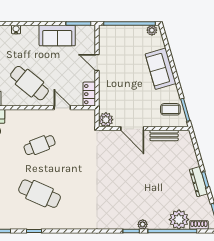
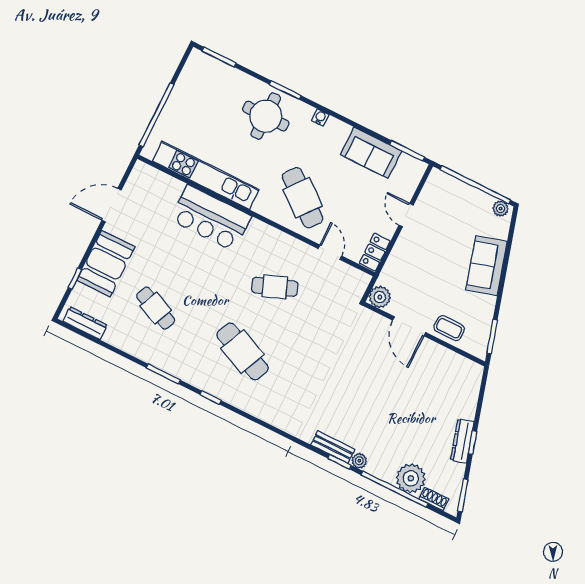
coffee table: (170, 109) -> (449, 328), moved
bench: (164, 135) -> (333, 447), moved

